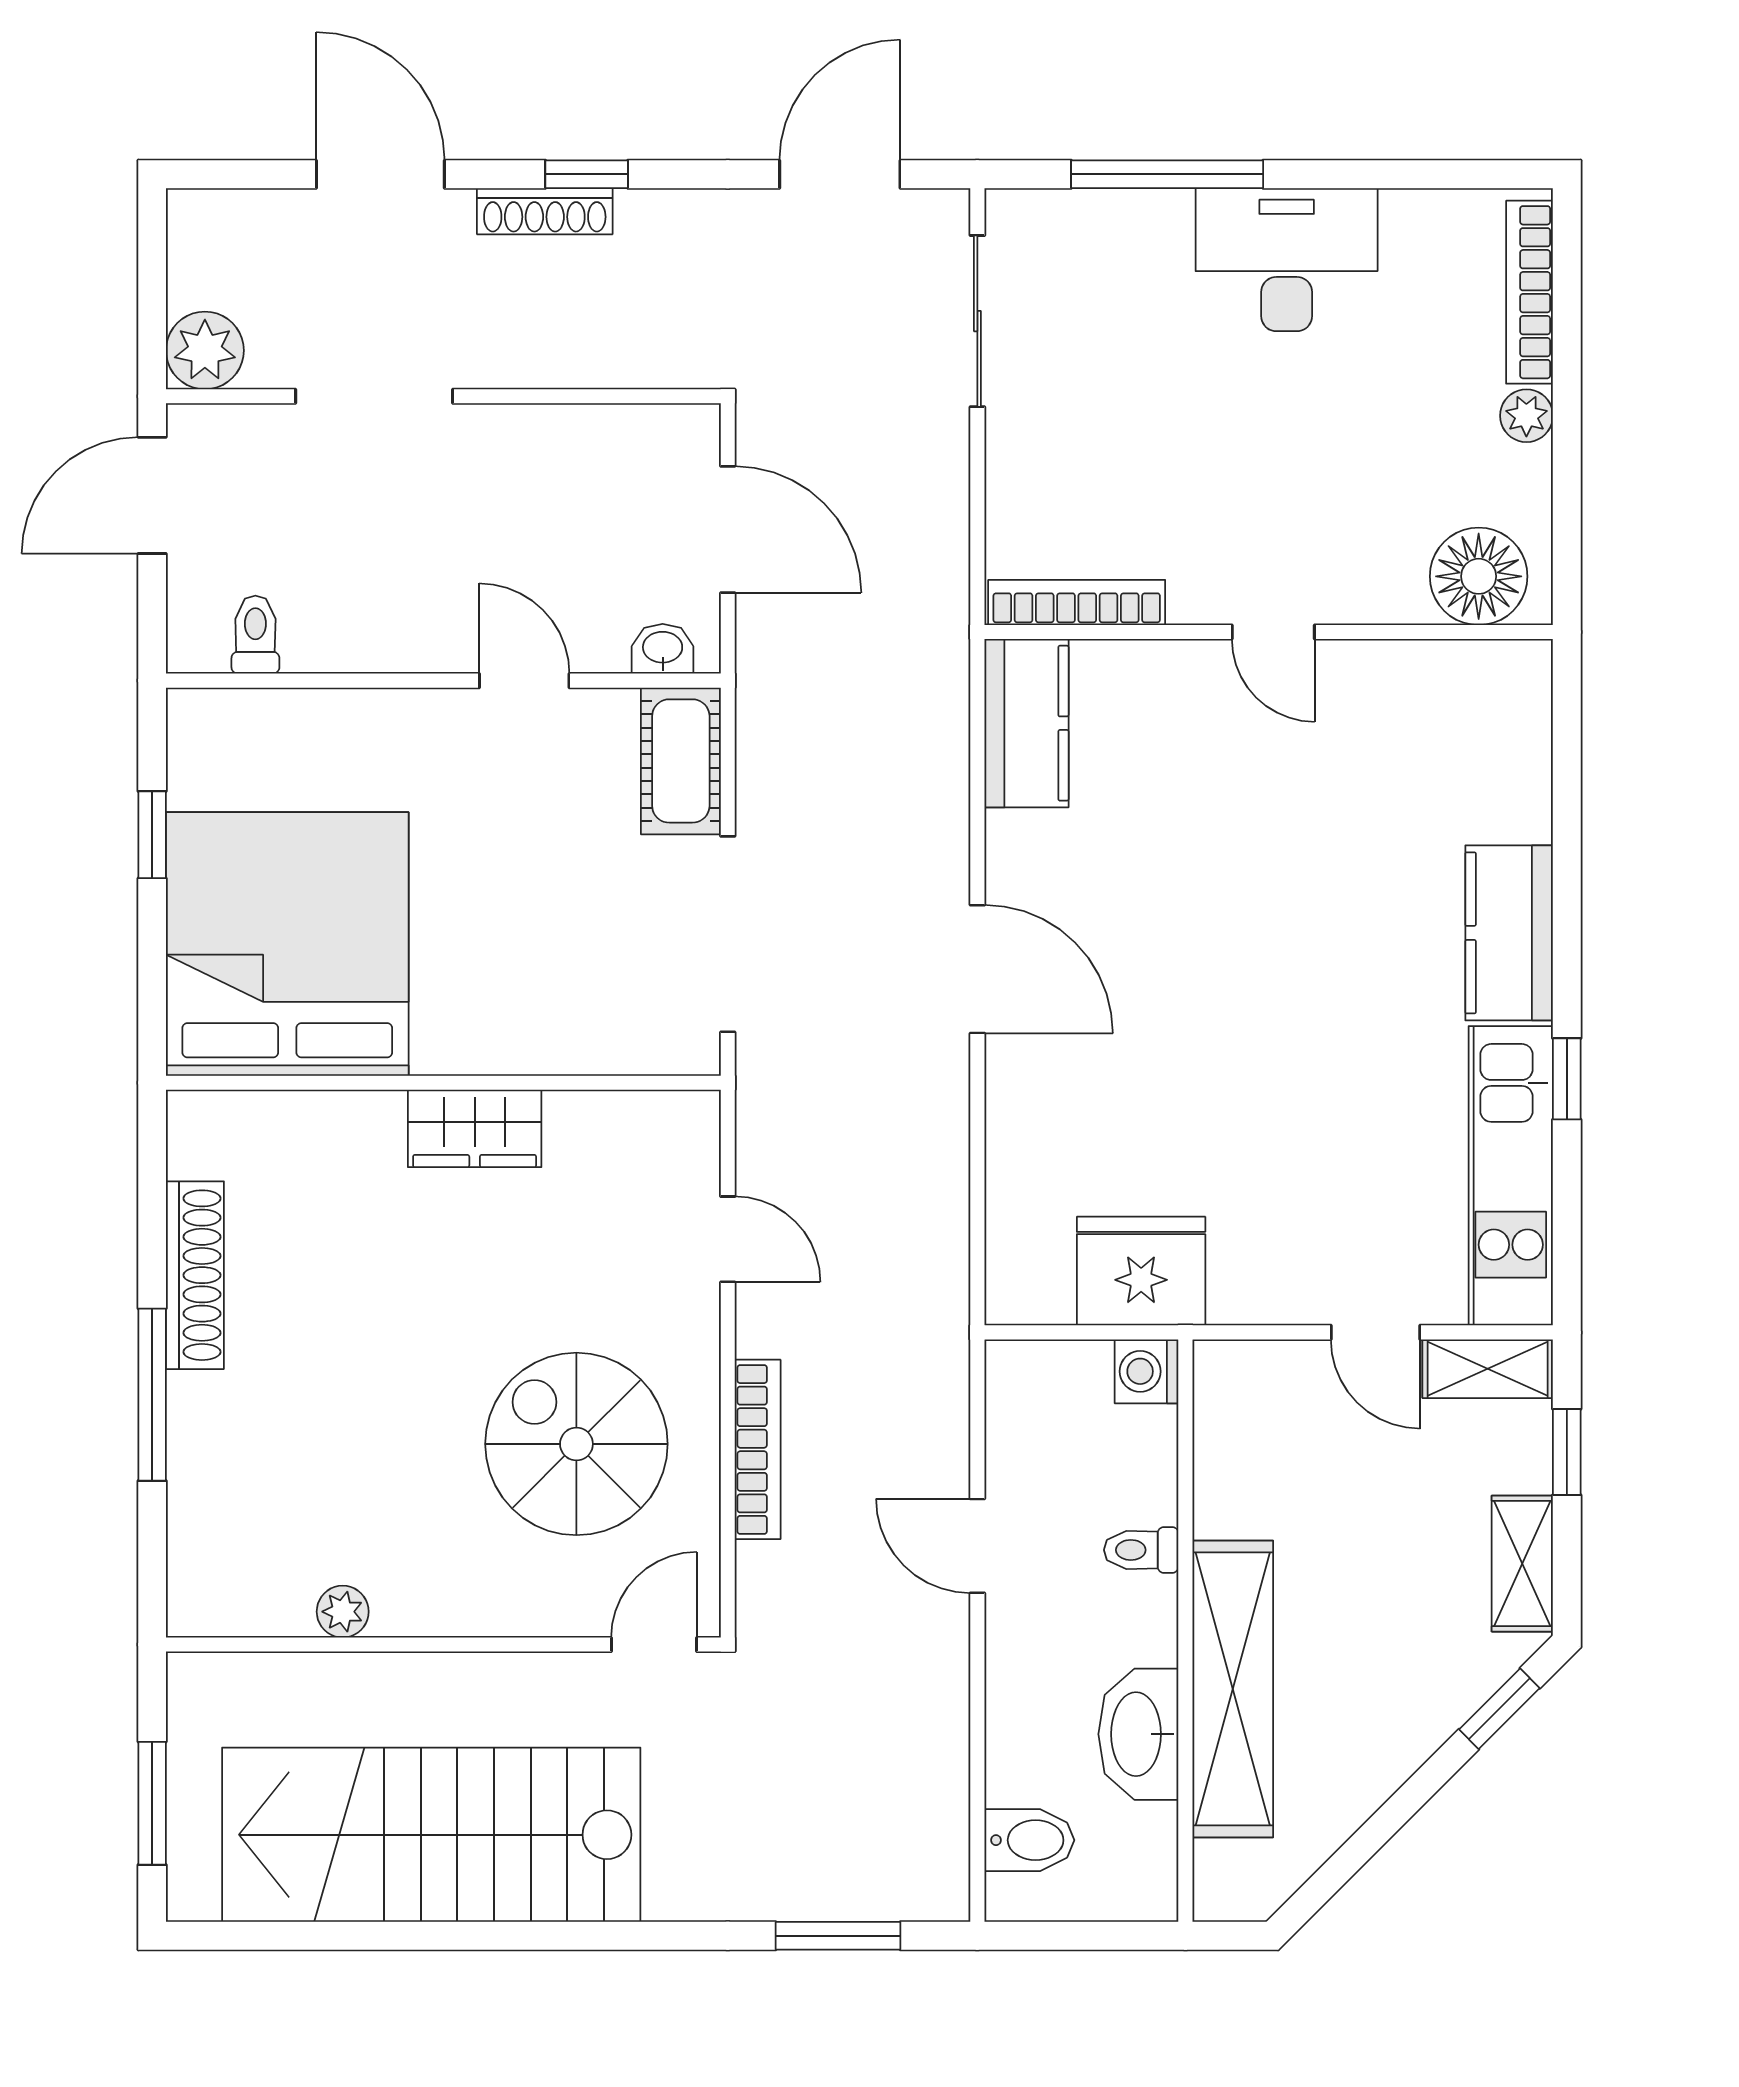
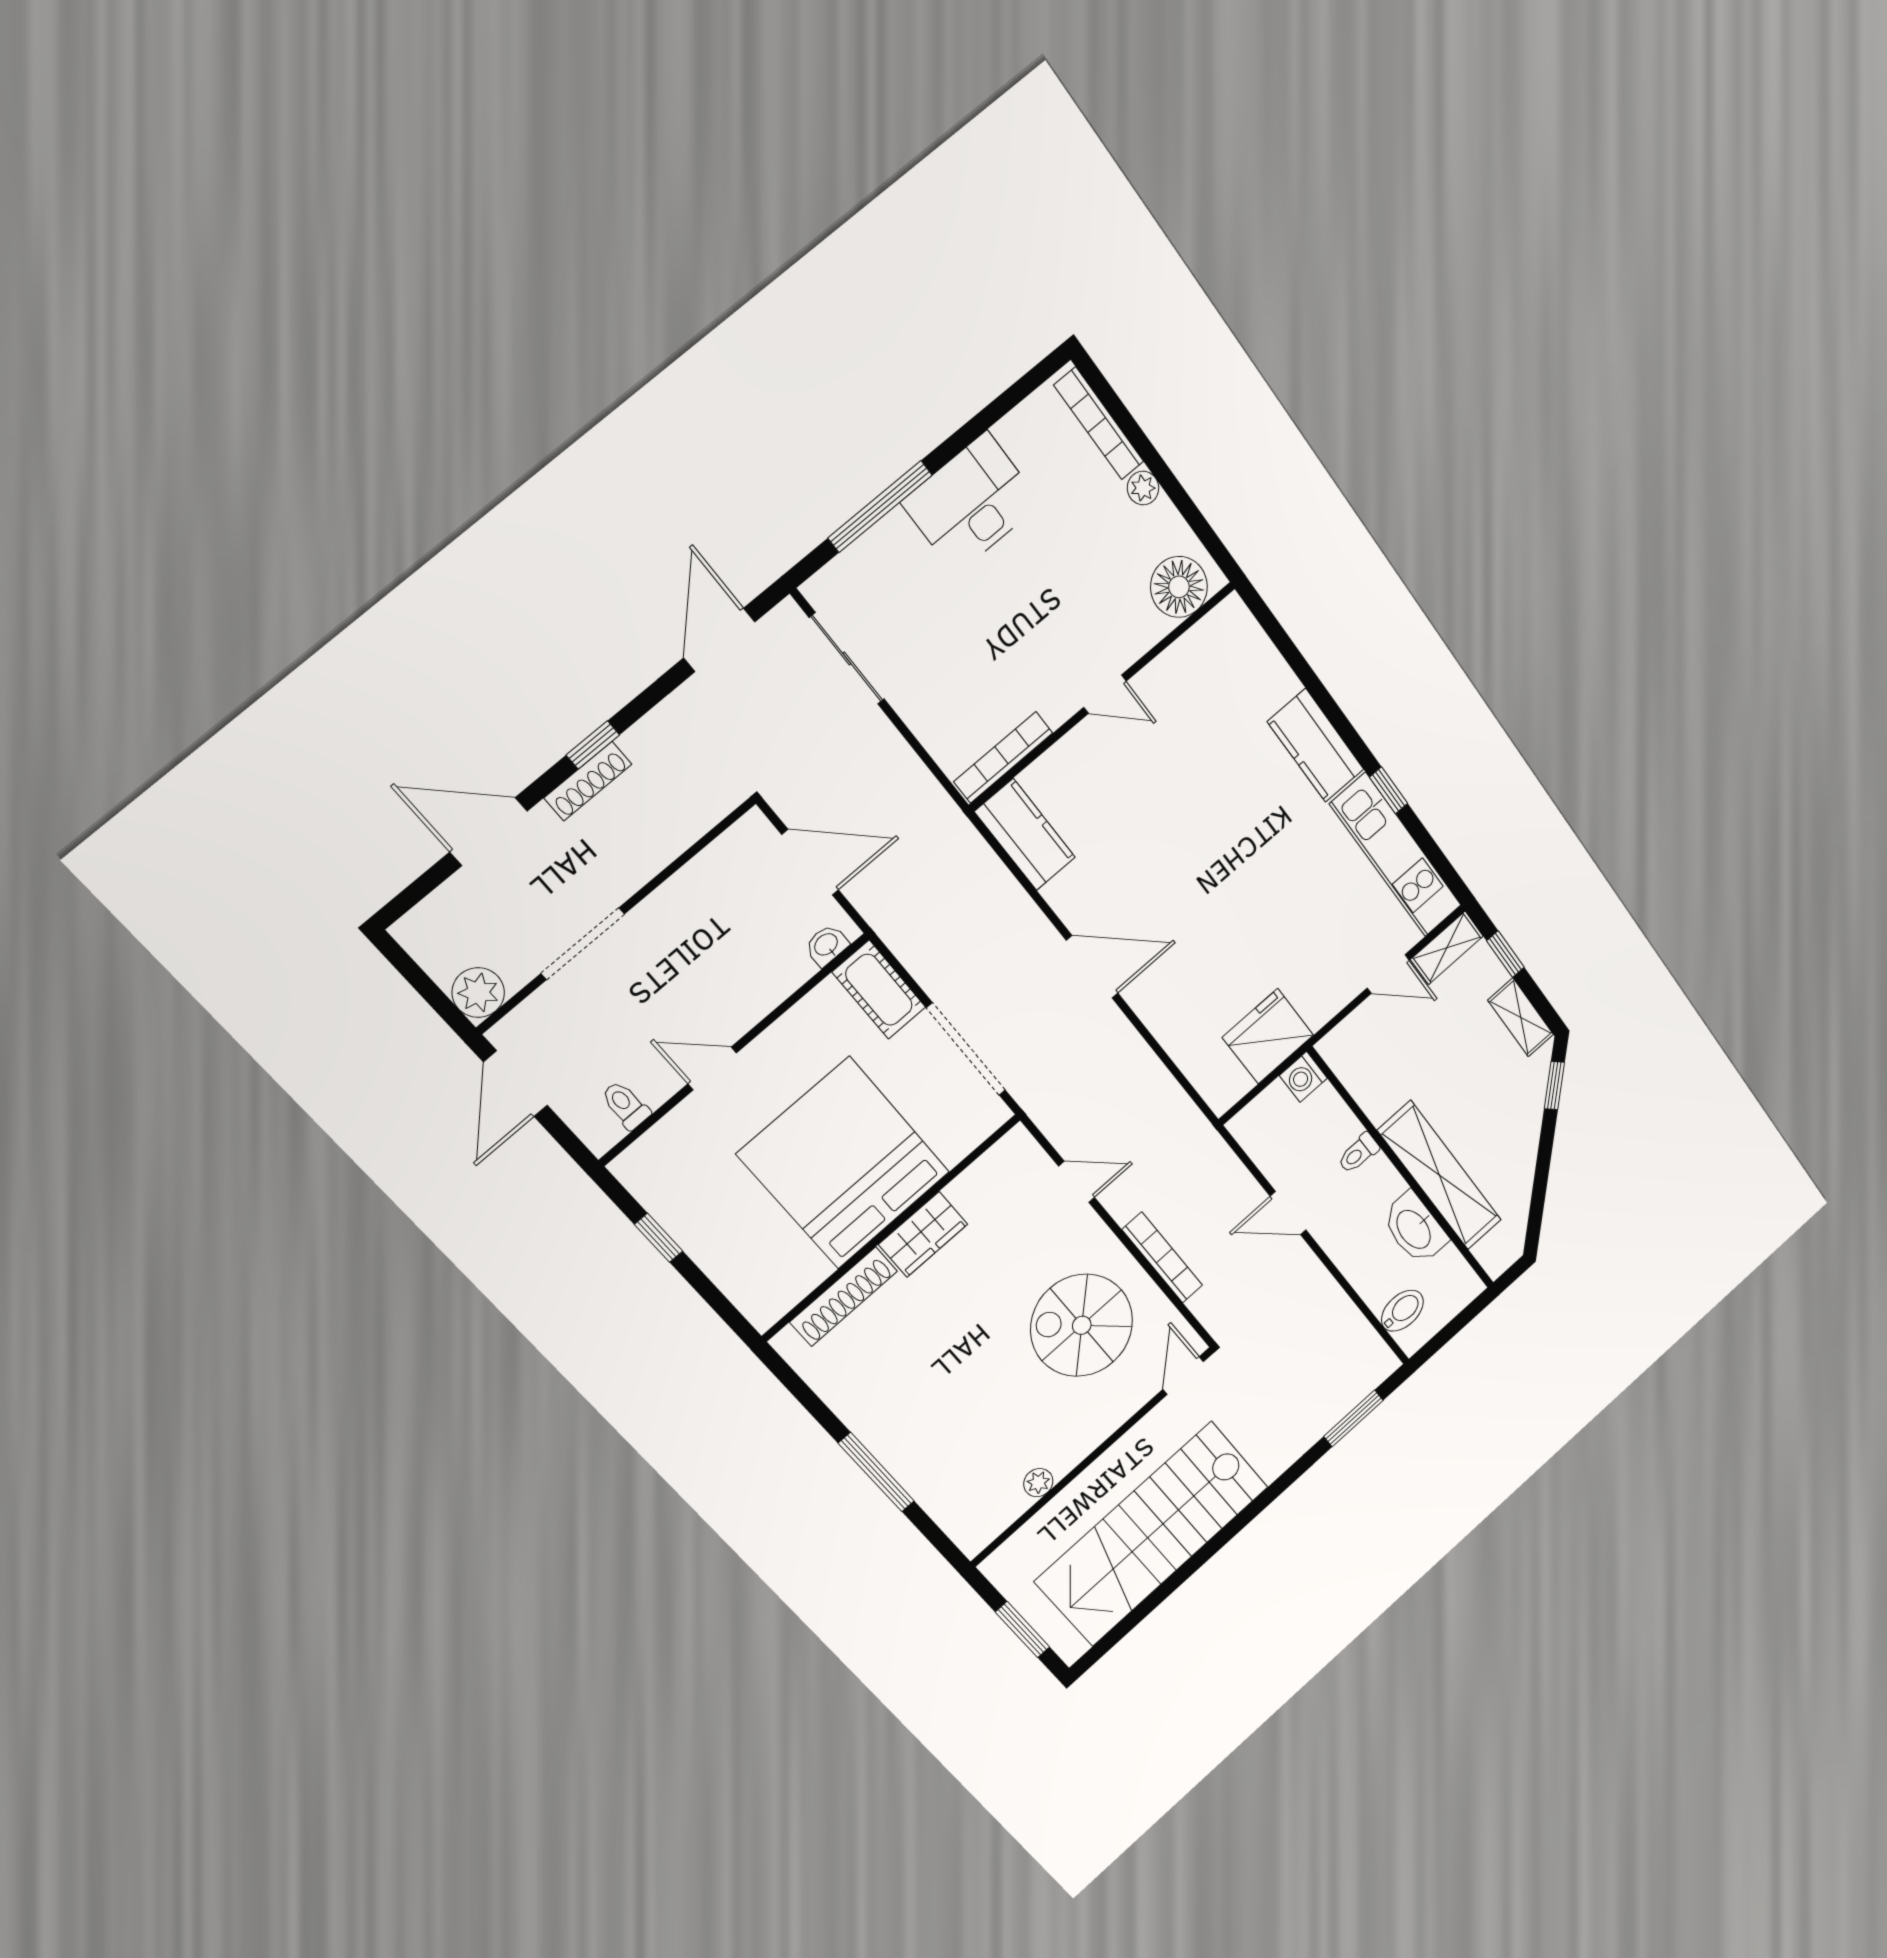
door: (524, 681) -> (712, 1068), moved
bed: (287, 944) -> (844, 1163), moved
shoe rack: (195, 1275) -> (844, 1297), moved, turned 90

